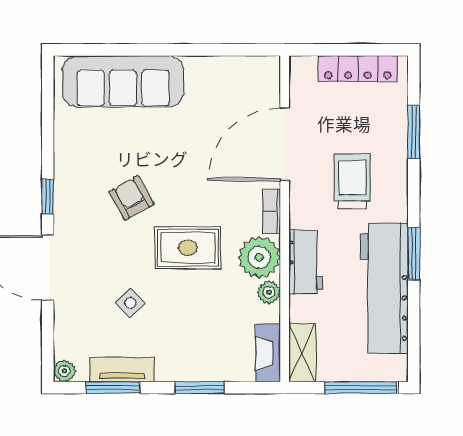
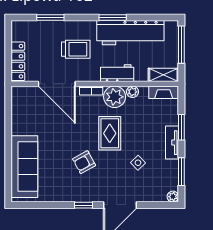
locker: (358, 69) -> (18, 61), moved
trolley: (352, 182) -> (76, 49), turned 180
tv unit: (122, 370) -> (172, 143), moved

